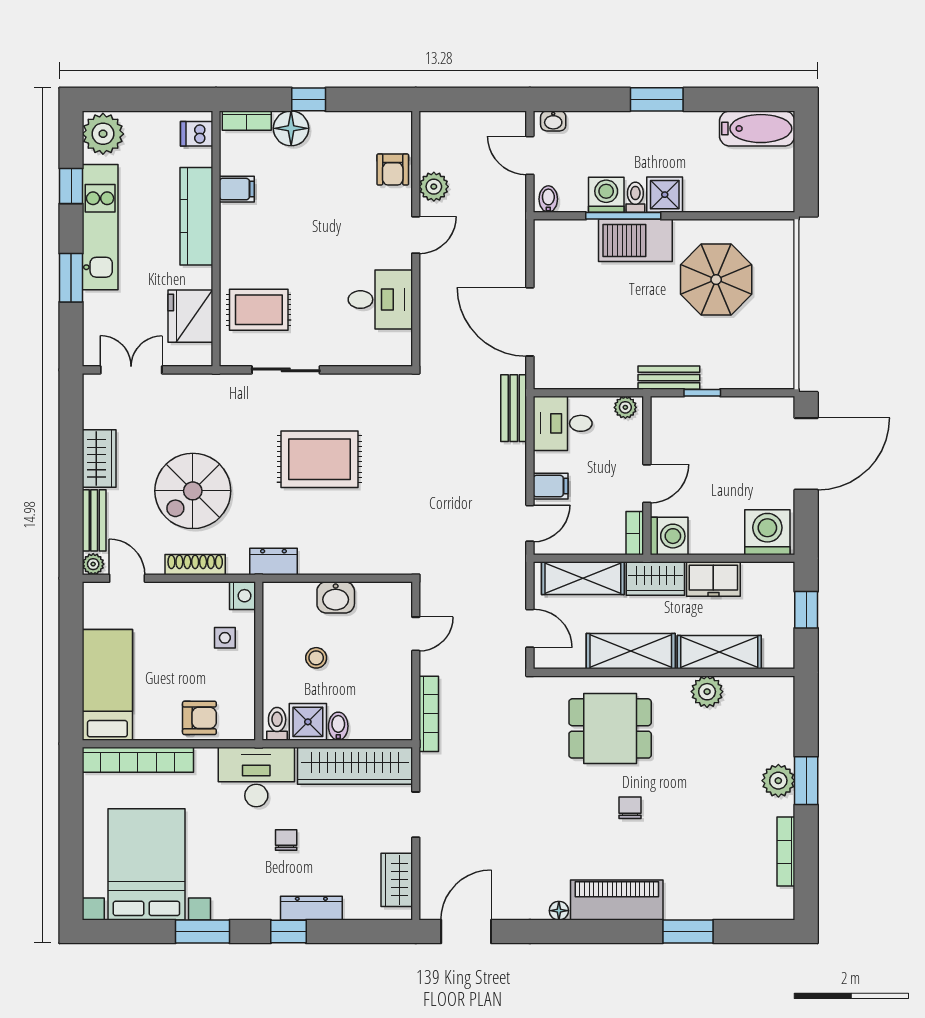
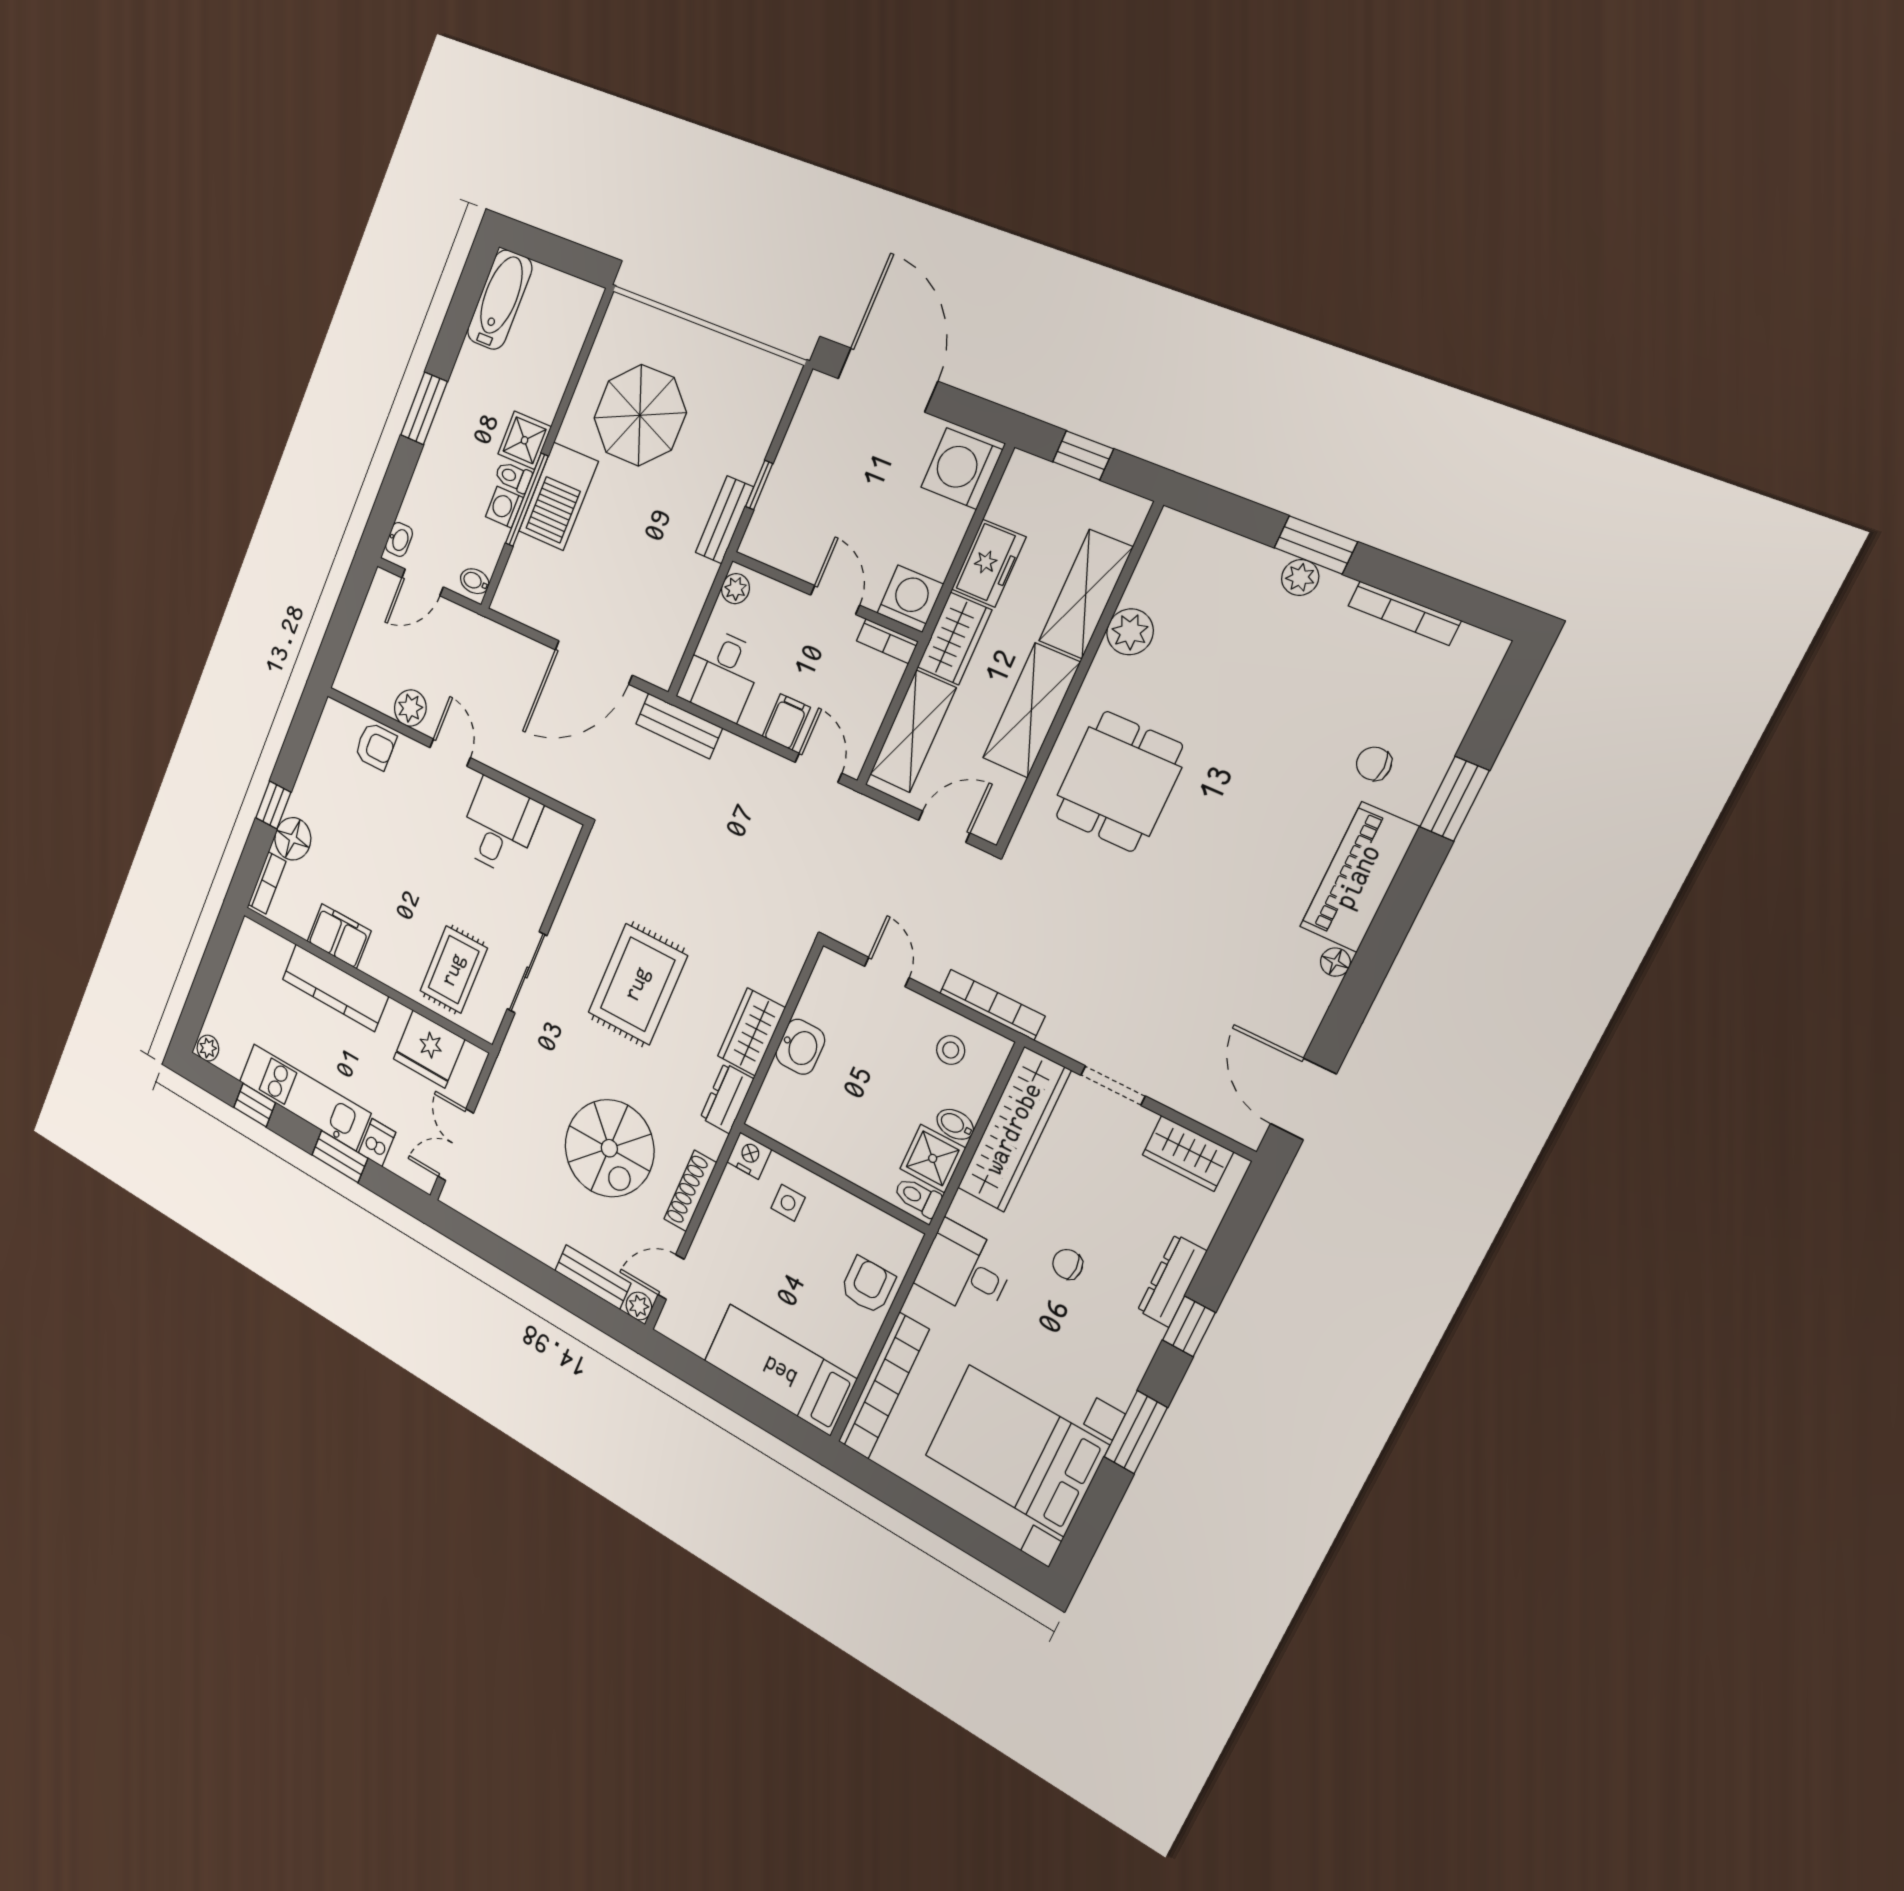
plant: (103, 134) -> (208, 1048), width x0.53, depth x0.53
dishwasher: (197, 134) -> (377, 1143), moved, turned 180
filing cabinet: (237, 189) -> (339, 936), width x2.00
washing machine: (606, 195) -> (504, 507), width x0.73, depth x0.73
wardrobe: (99, 458) -> (751, 1032), moved, turned -90
stool: (316, 658) -> (951, 1050), moved
desk: (256, 777) -> (965, 1270), width x0.73
plant: (778, 781) -> (1300, 577), width x0.73, depth x0.73
chair: (630, 808) -> (1374, 764), moved

